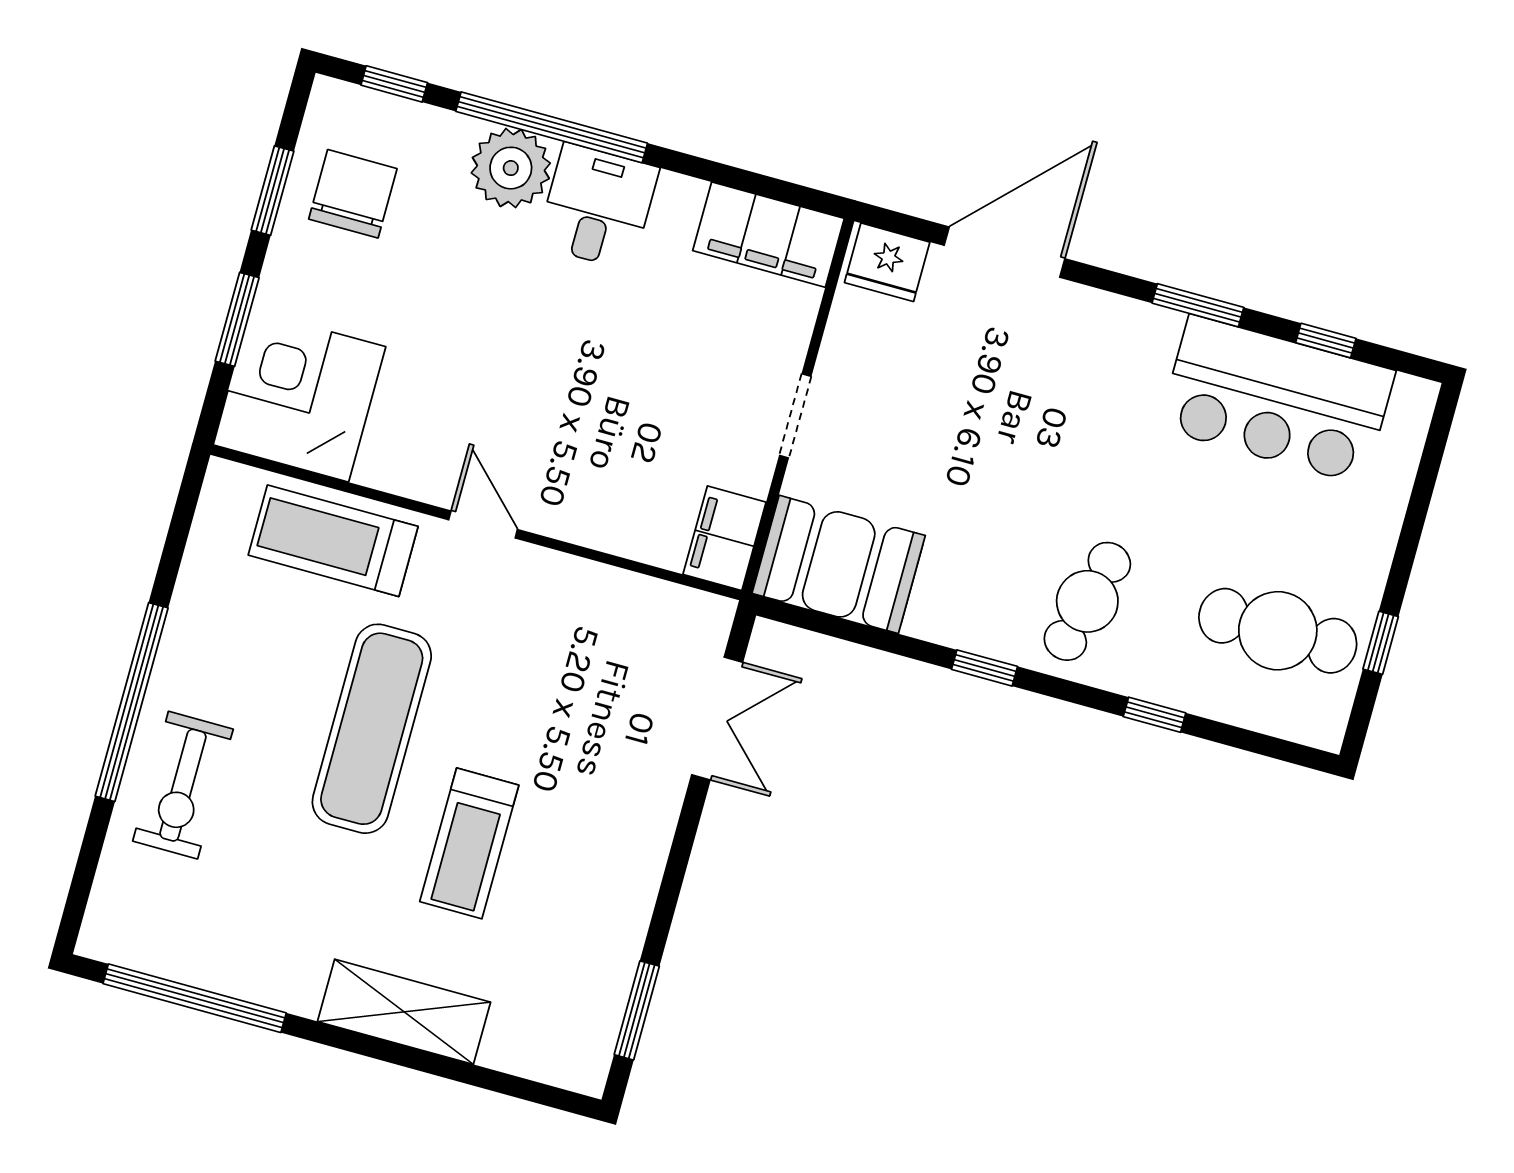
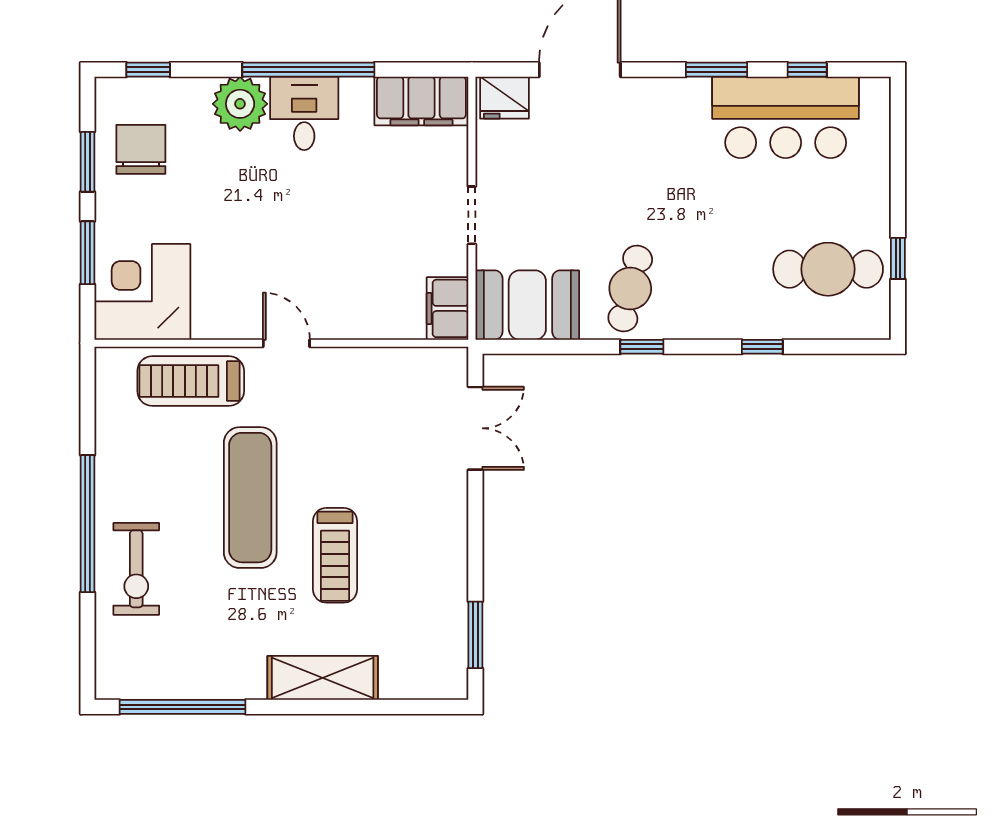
window: (552, 127) -> (308, 70), moved
cafe table: (1087, 601) -> (630, 289), moved

